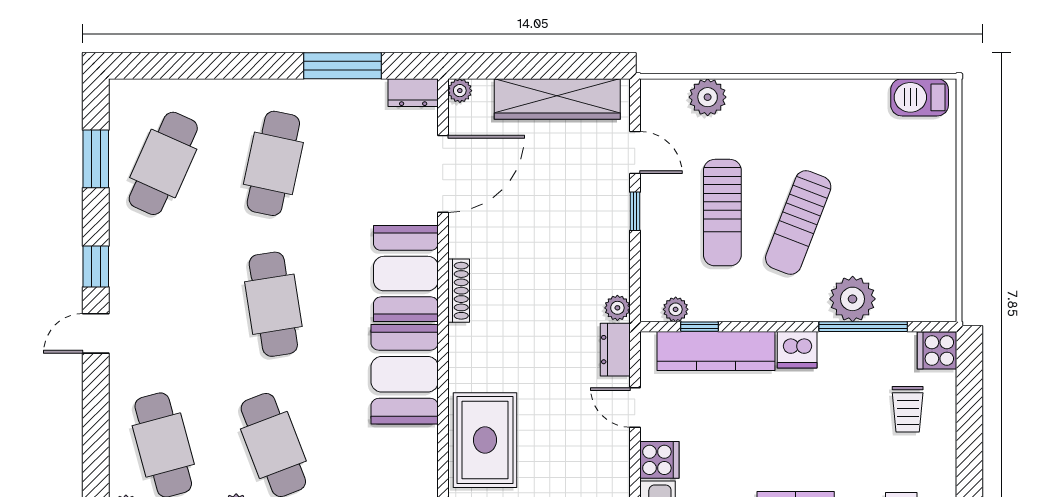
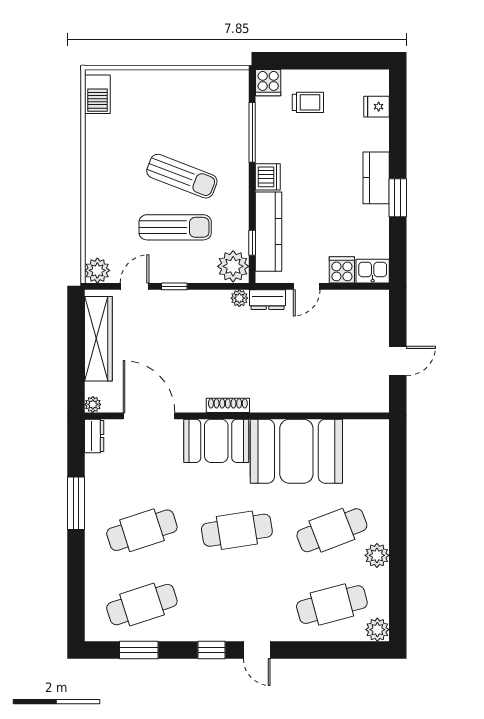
window: (343, 66) -> (76, 503), moved
plant: (708, 97) -> (97, 270), moved
cafe table: (163, 163) -> (142, 605), turned -42
cafe table: (273, 163) -> (142, 530), turned -30
plant: (853, 299) -> (233, 140), removed
plant: (676, 309) -> (233, 266), width x1.88, depth x1.88
booth: (405, 374) -> (296, 451), width x1.36, depth x1.42
rug: (485, 440) -> (329, 387), removed

